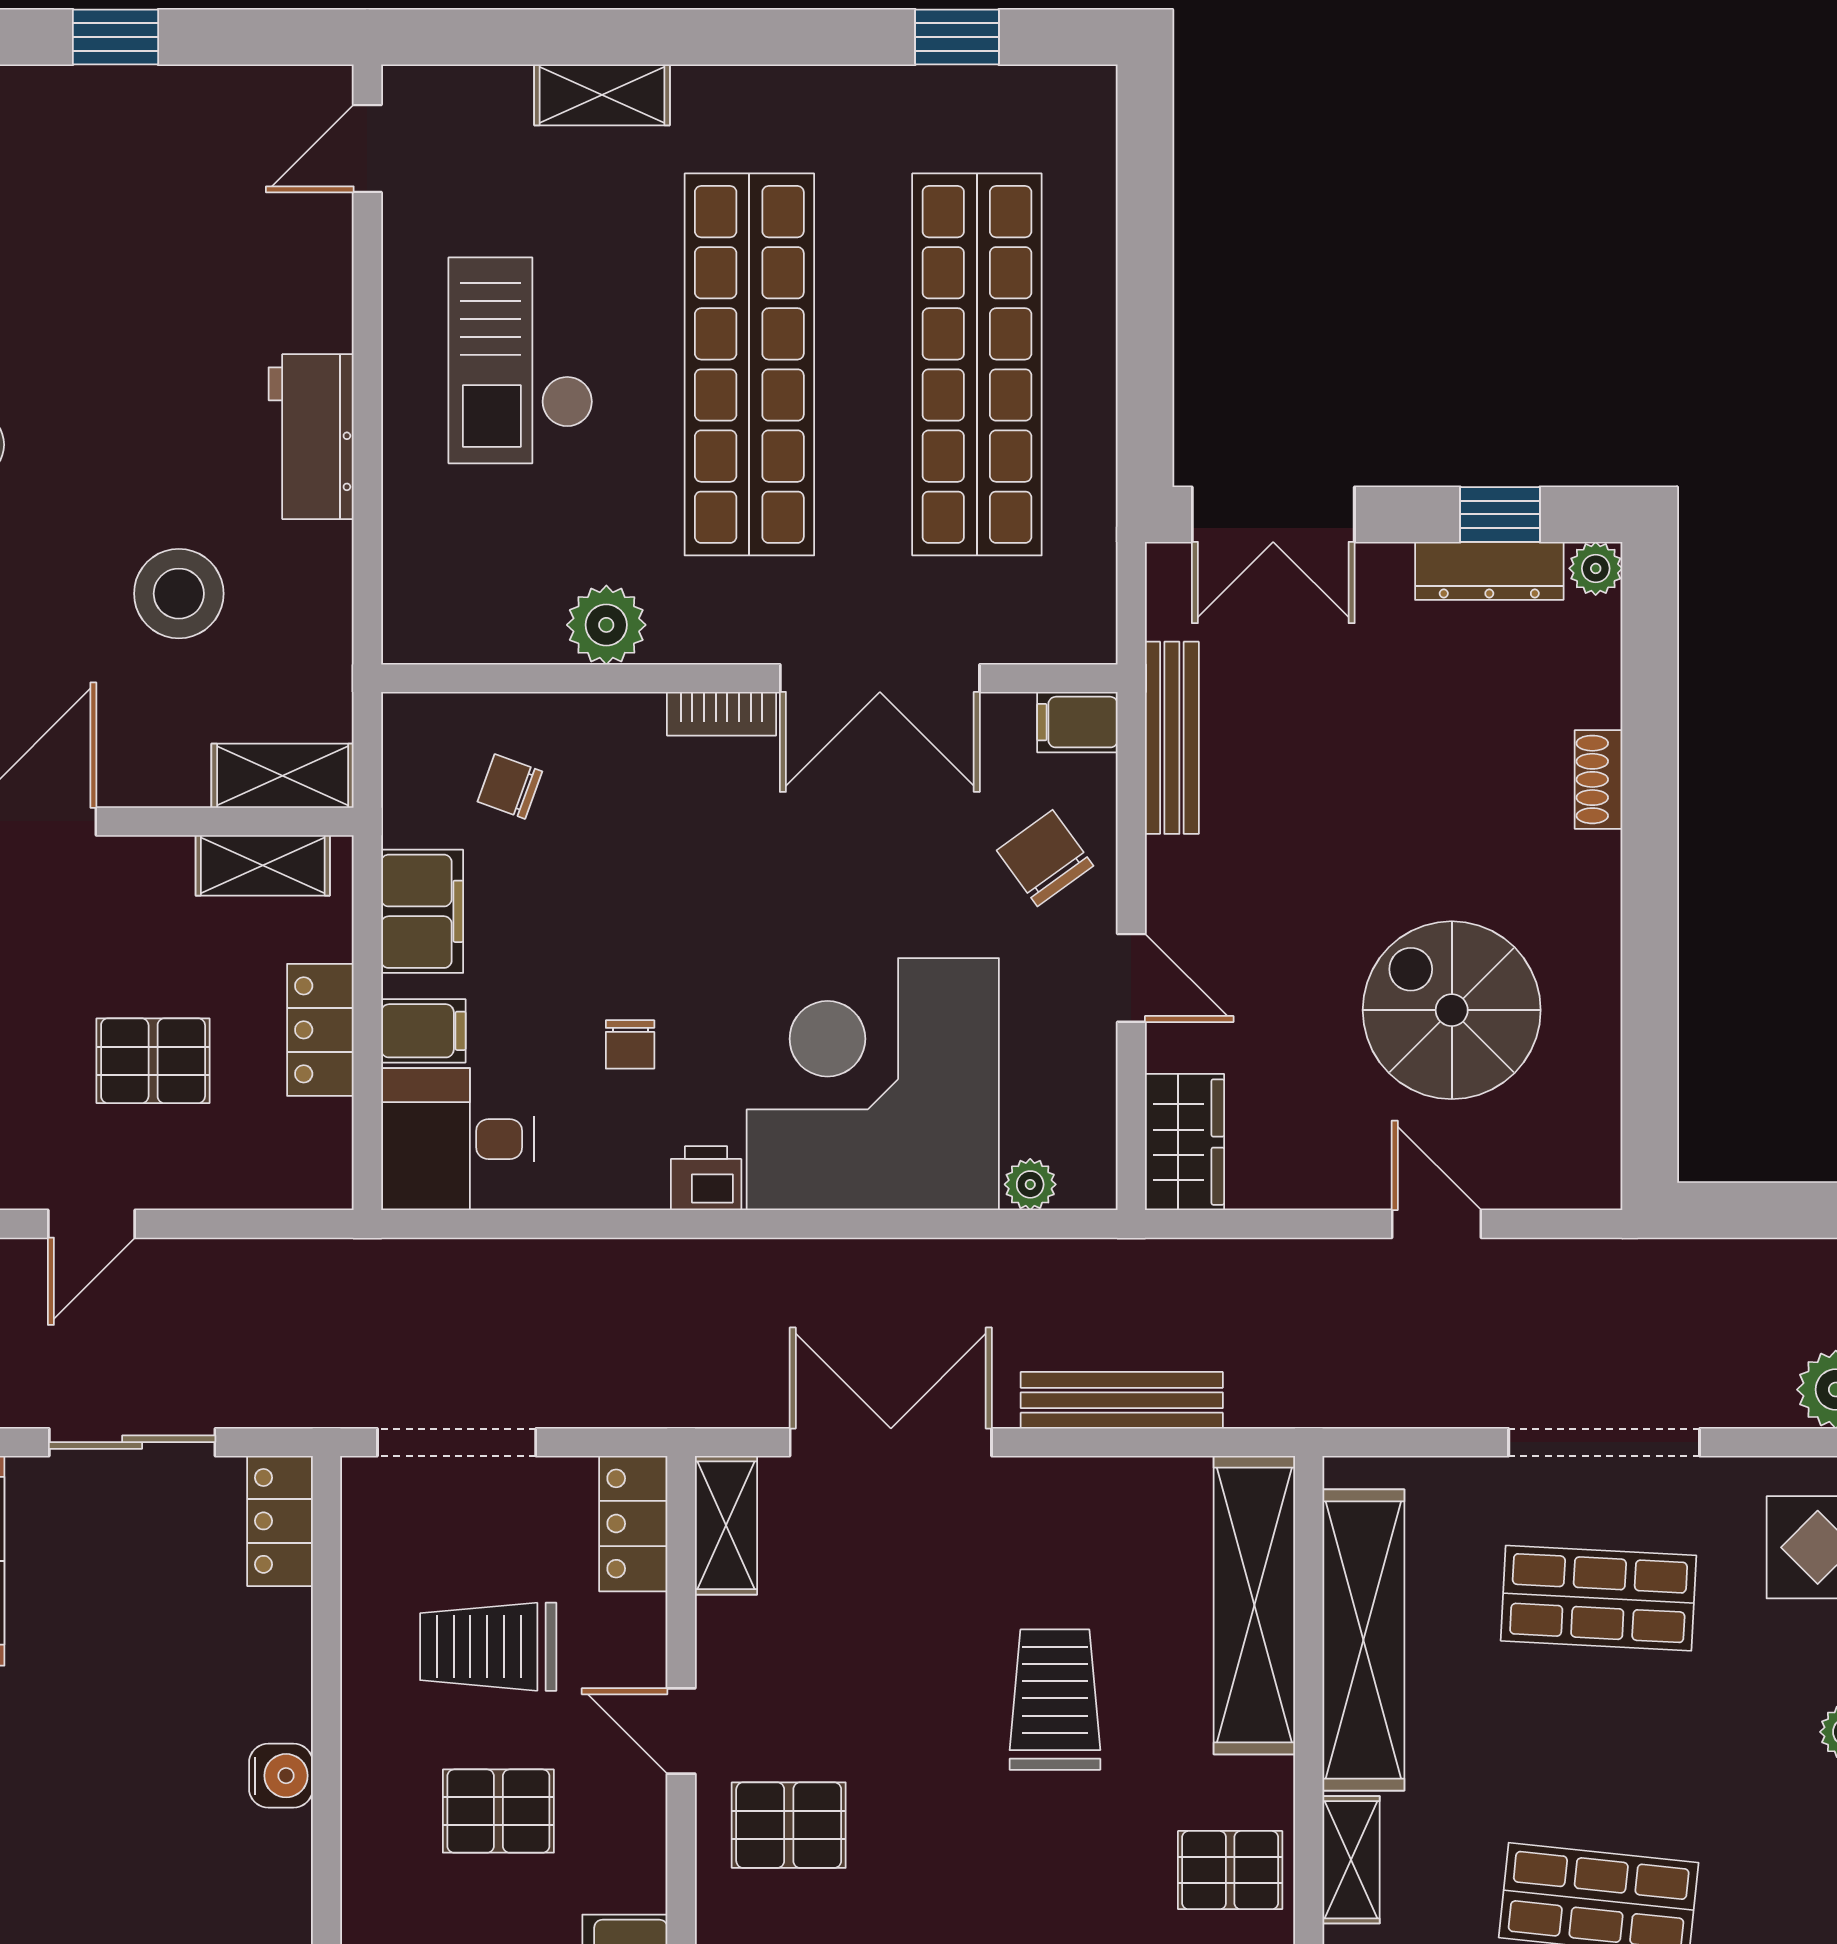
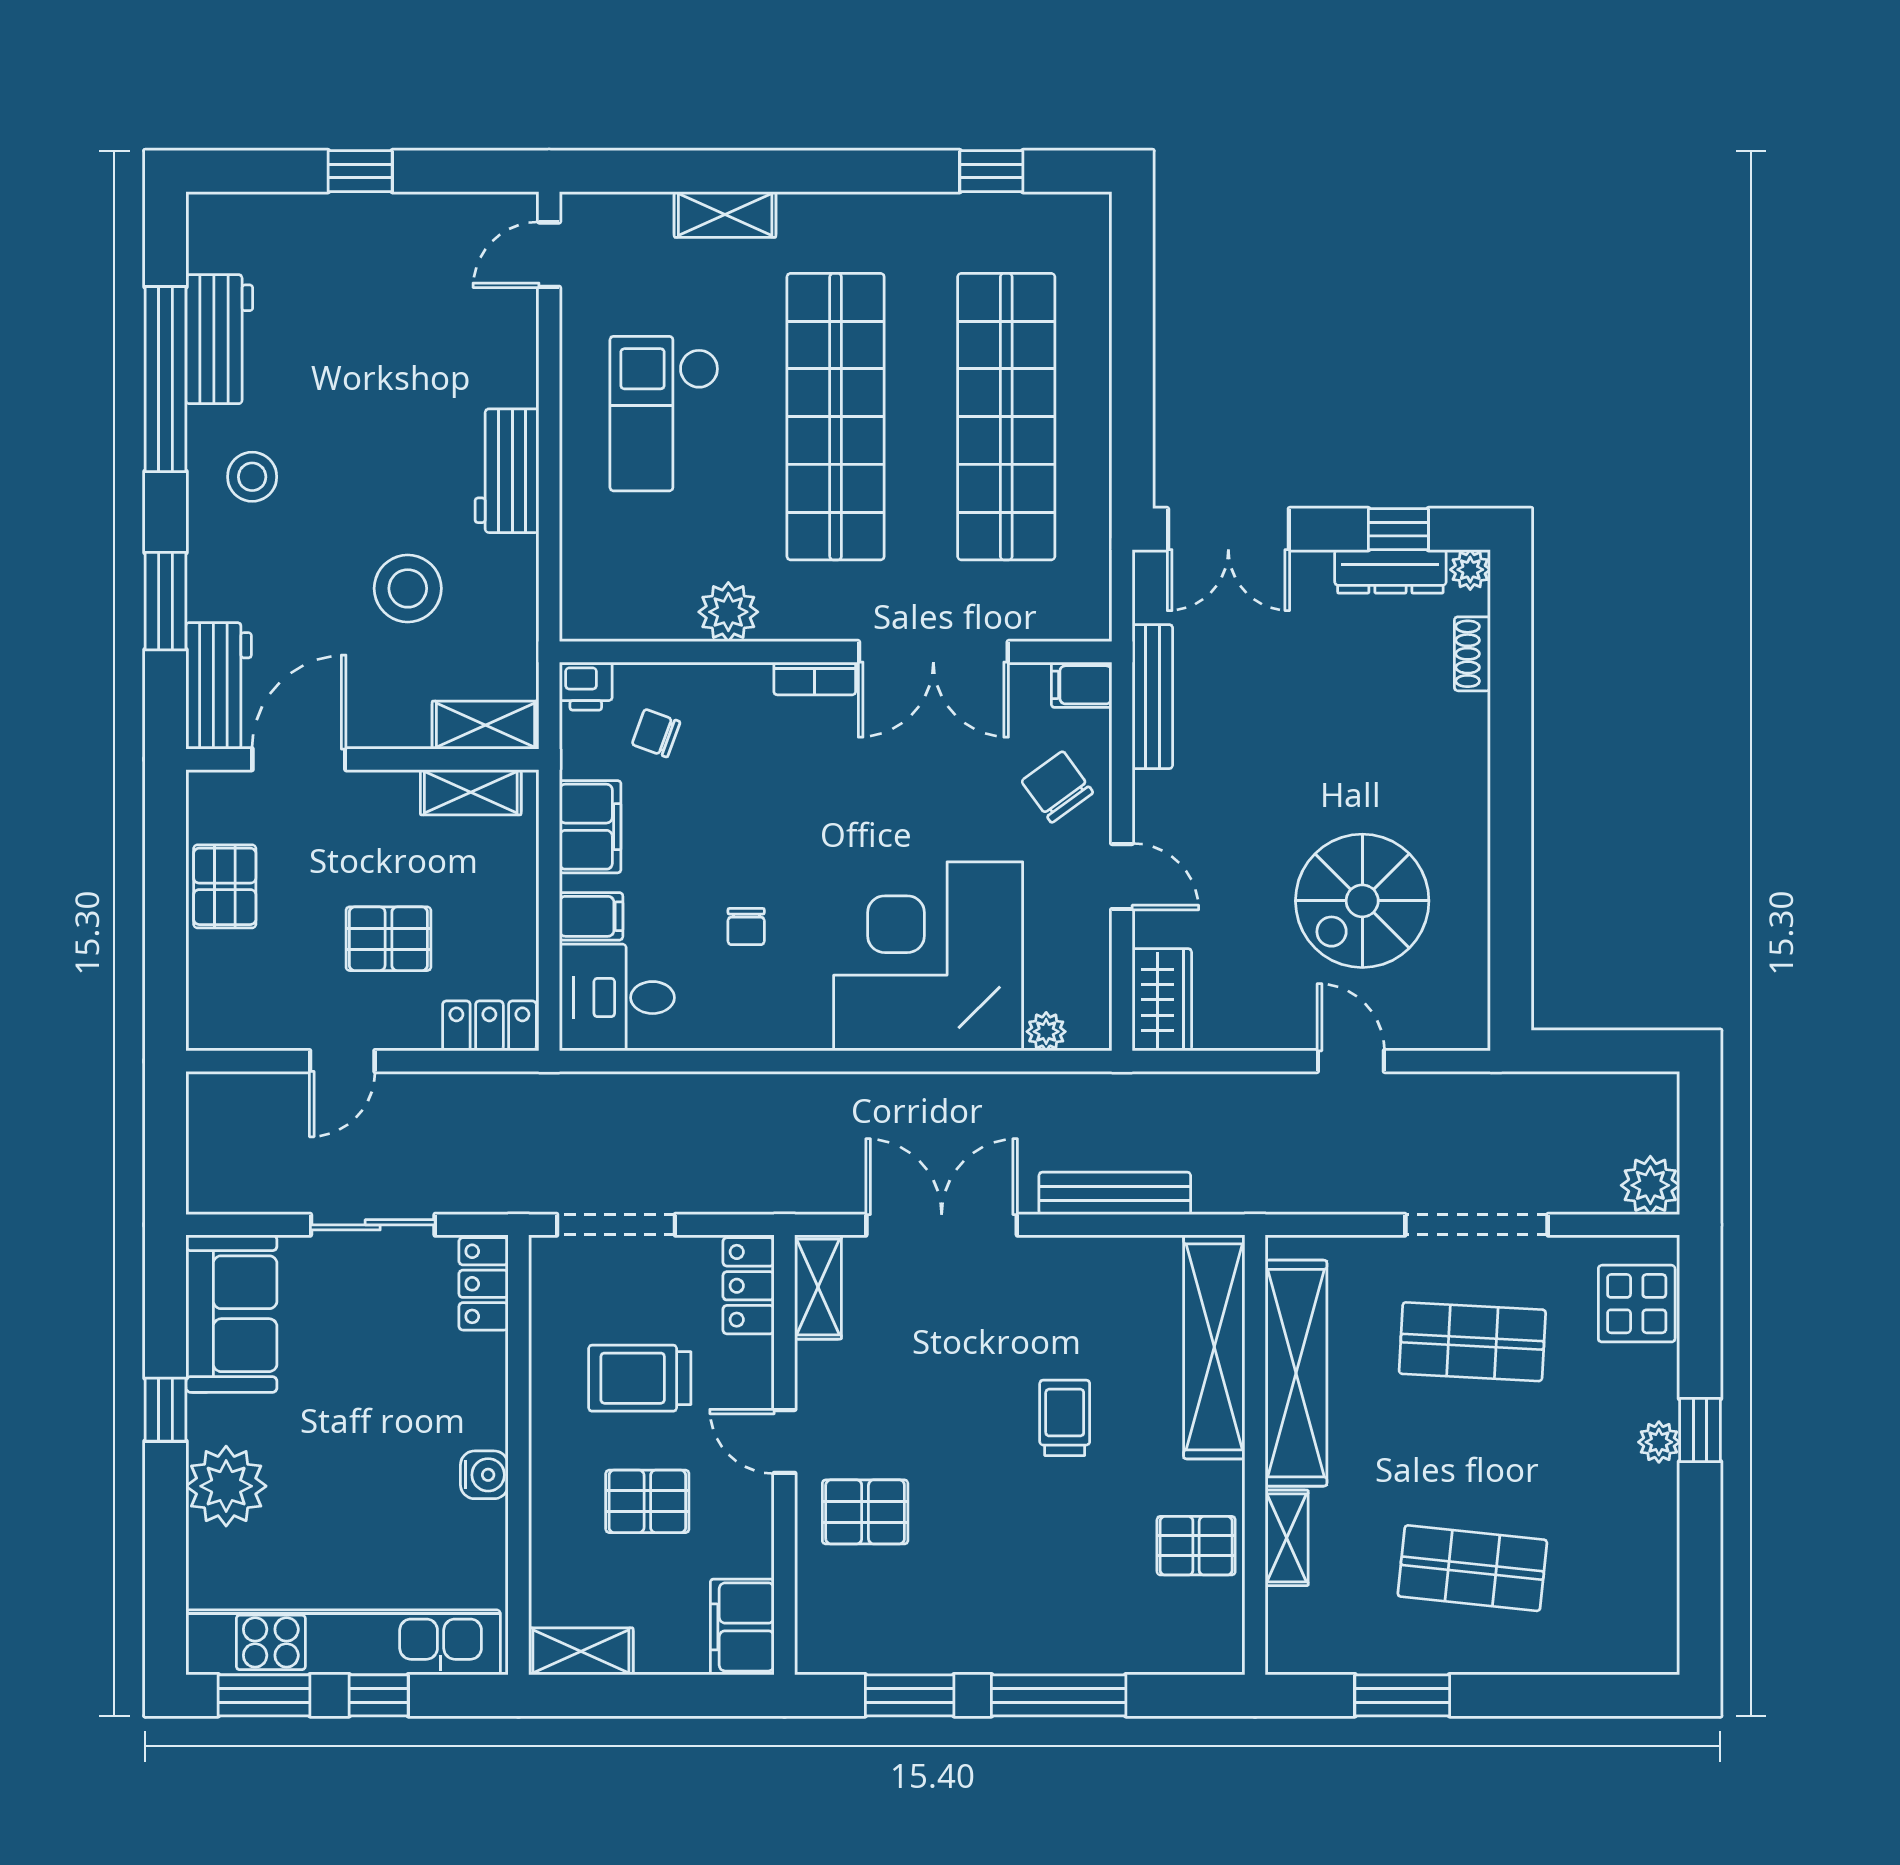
shoe rack: (1599, 779) -> (1472, 654), moved
spiral stairs: (1452, 1010) -> (1362, 901), turned -90
locker: (320, 1030) -> (489, 1026), moved, turned 90
printer: (706, 1178) -> (586, 686), moved, turned 180
trolley: (1055, 1700) -> (1065, 1418), width x0.73, depth x0.72

